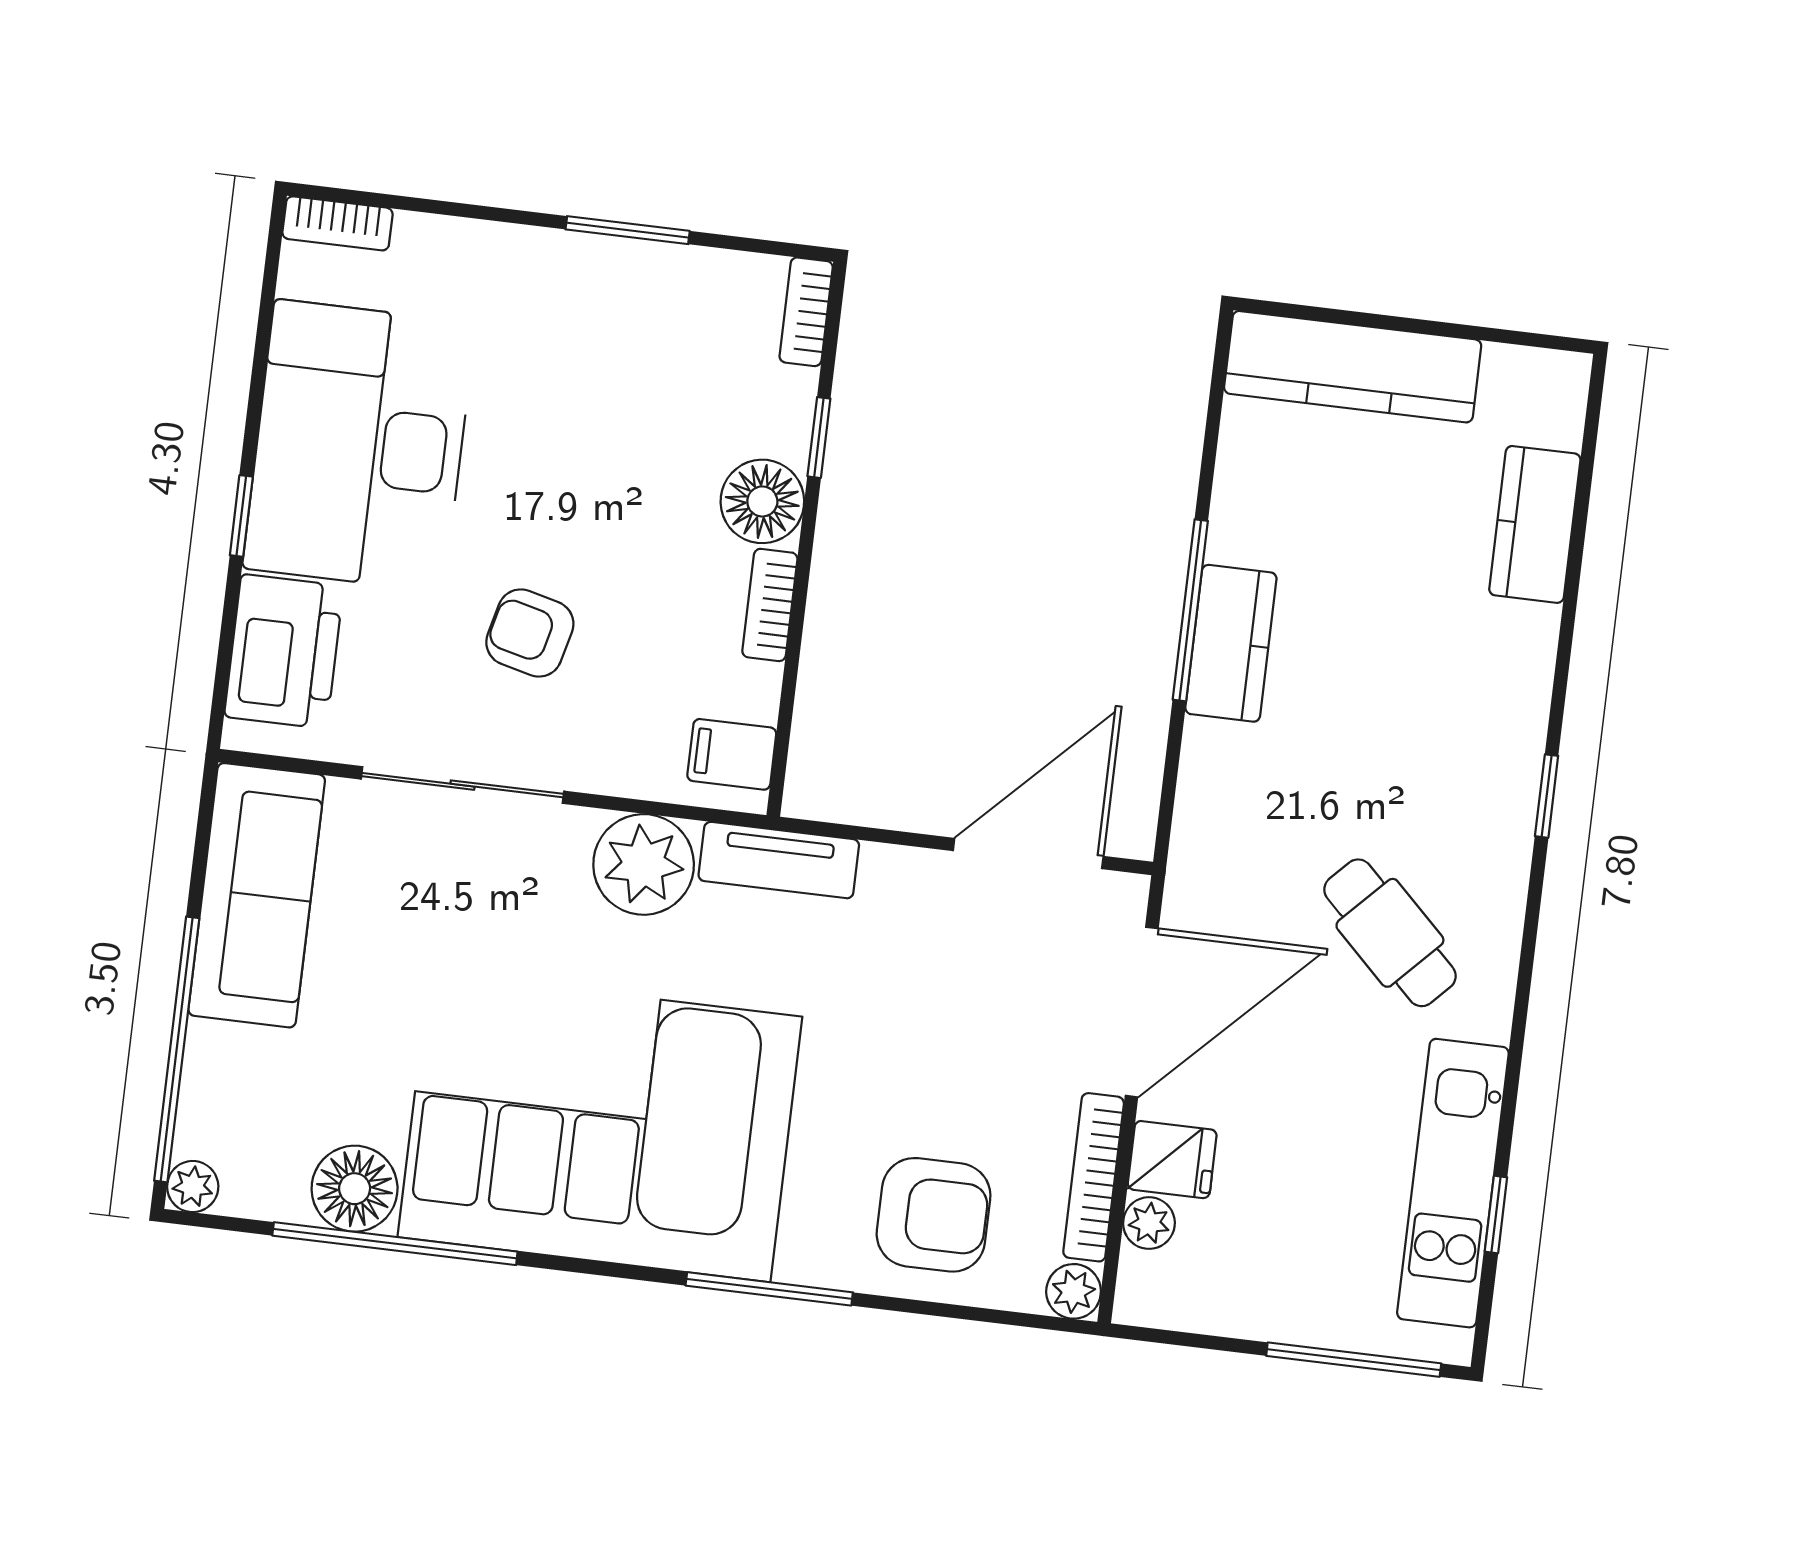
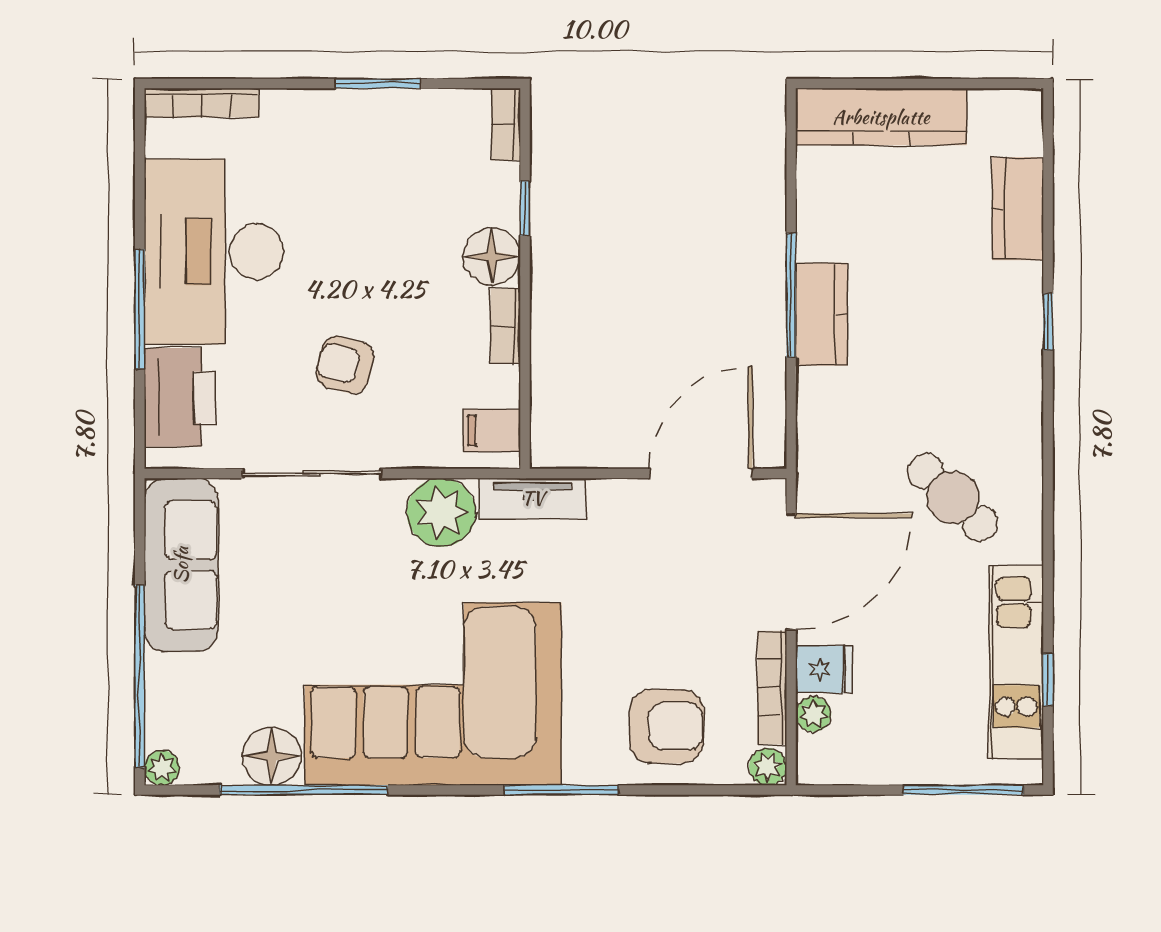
bookcase: (337, 223) -> (202, 103), width x1.56
window: (241, 516) -> (140, 309), width x2.17
window: (1547, 796) -> (1048, 322), moved

